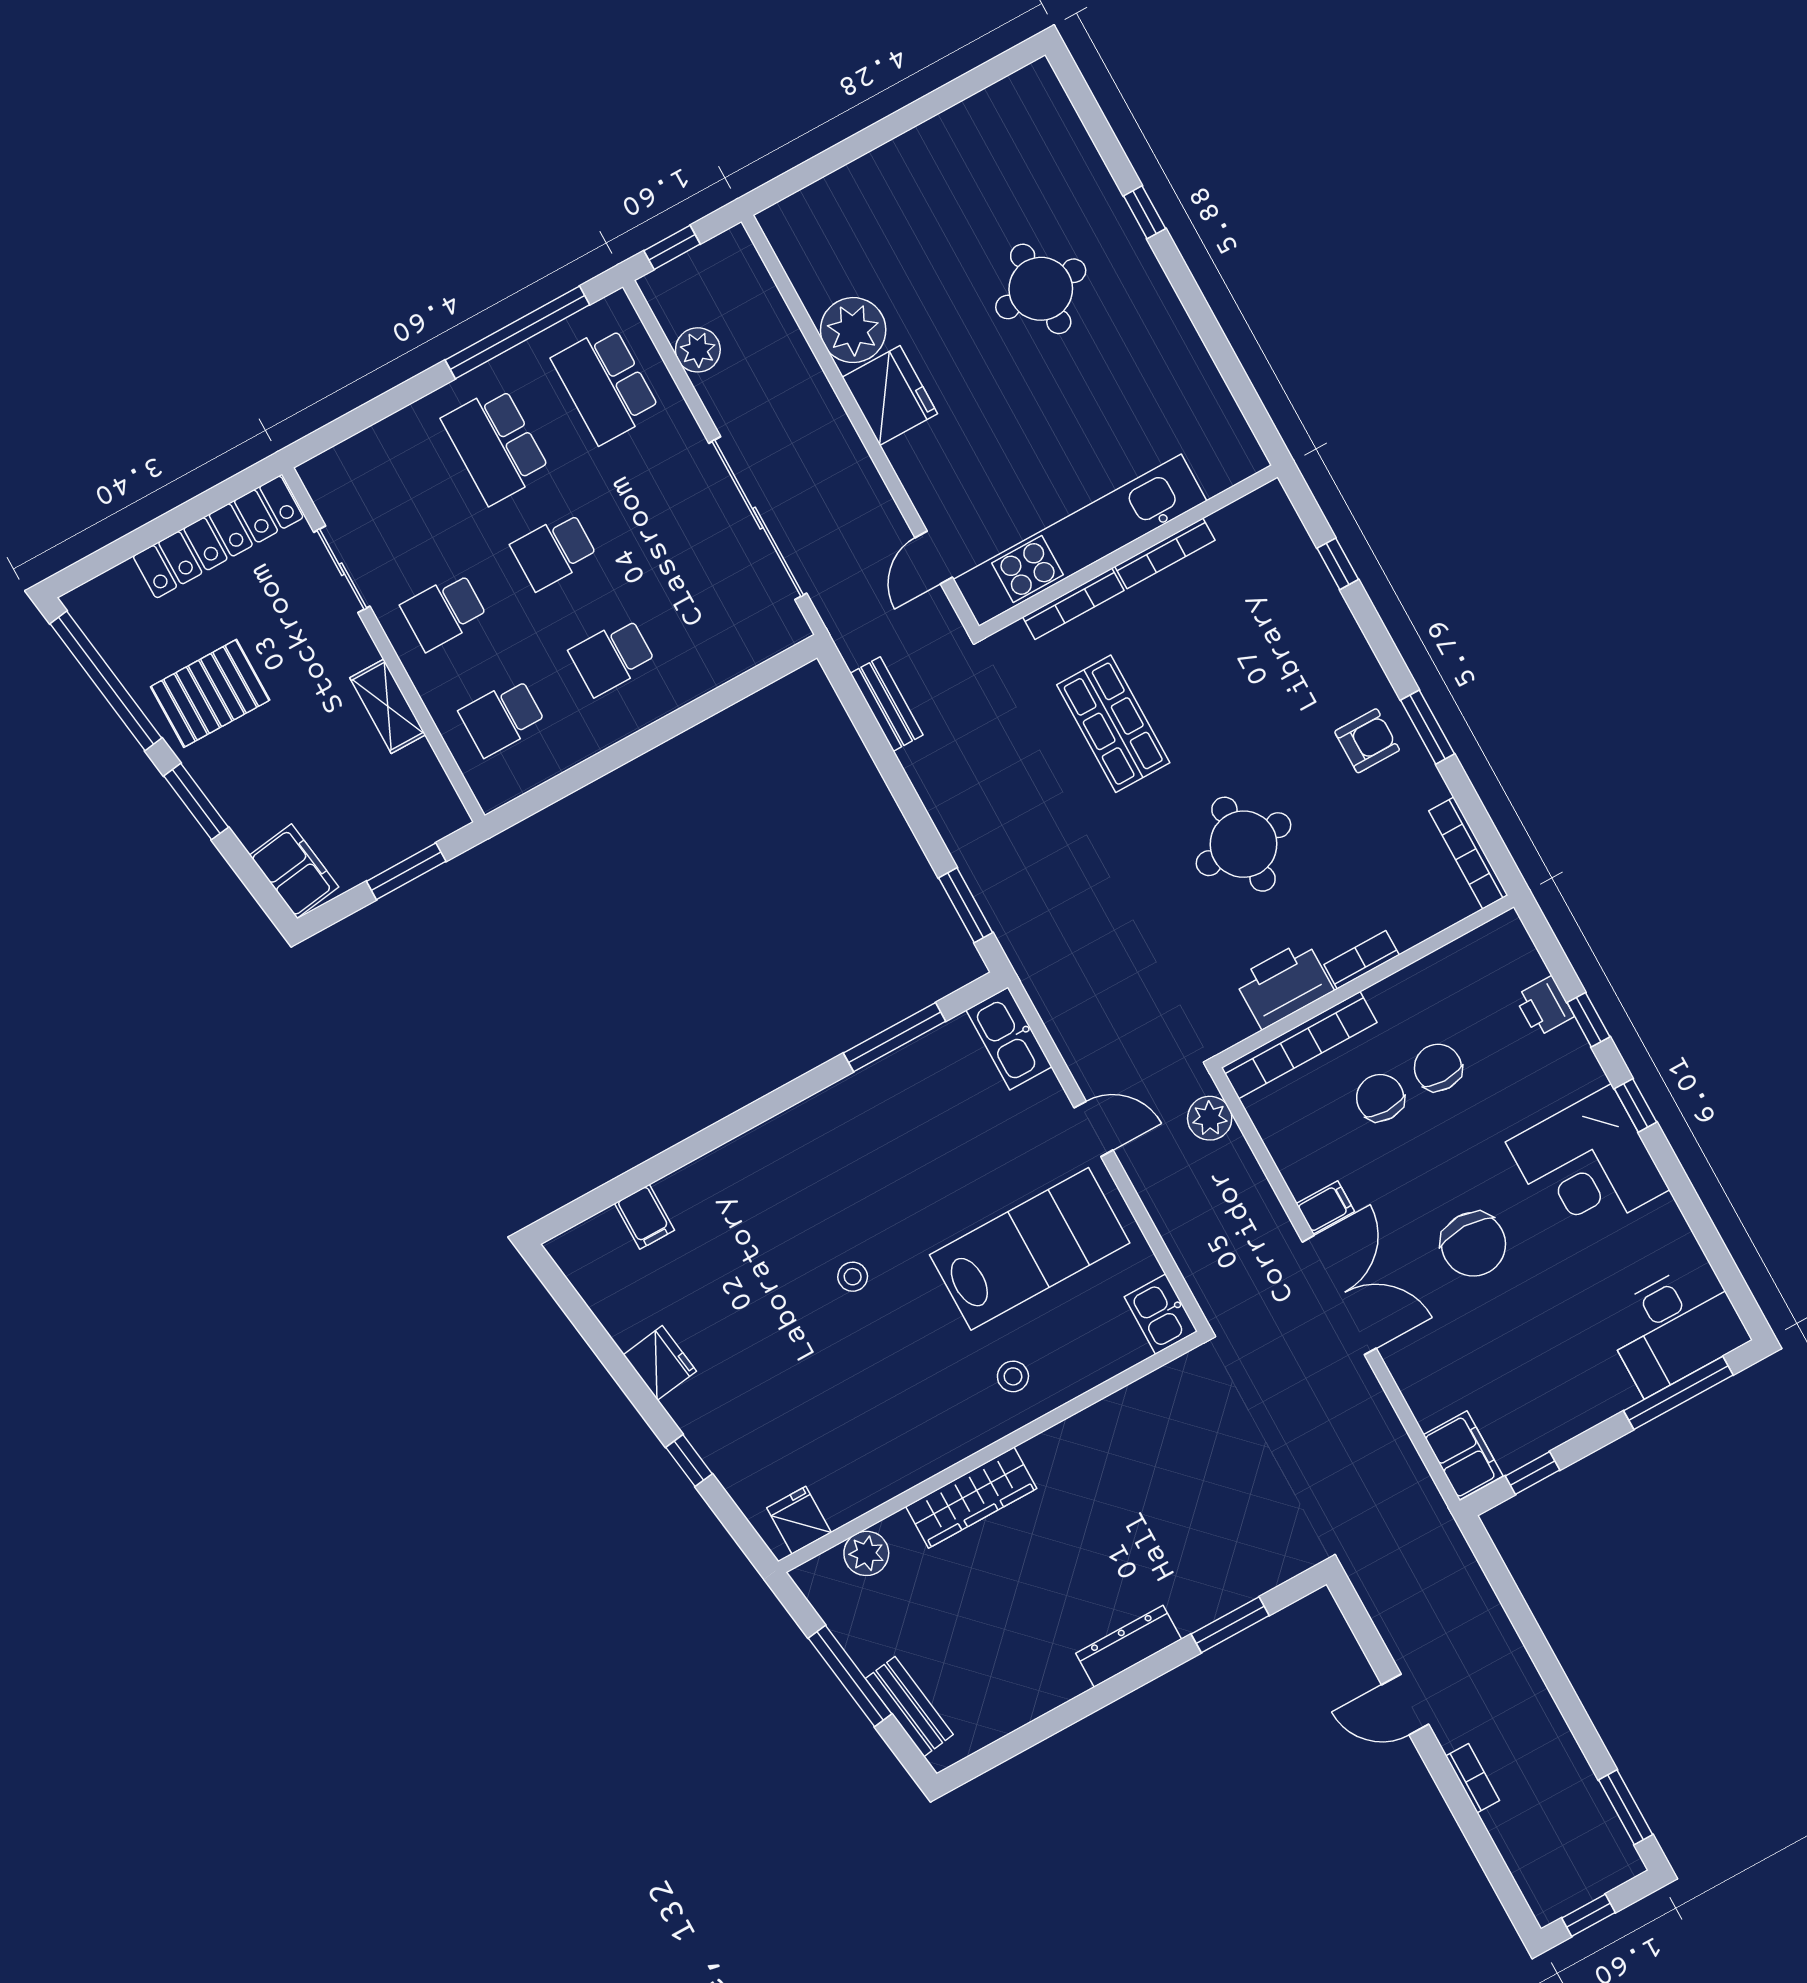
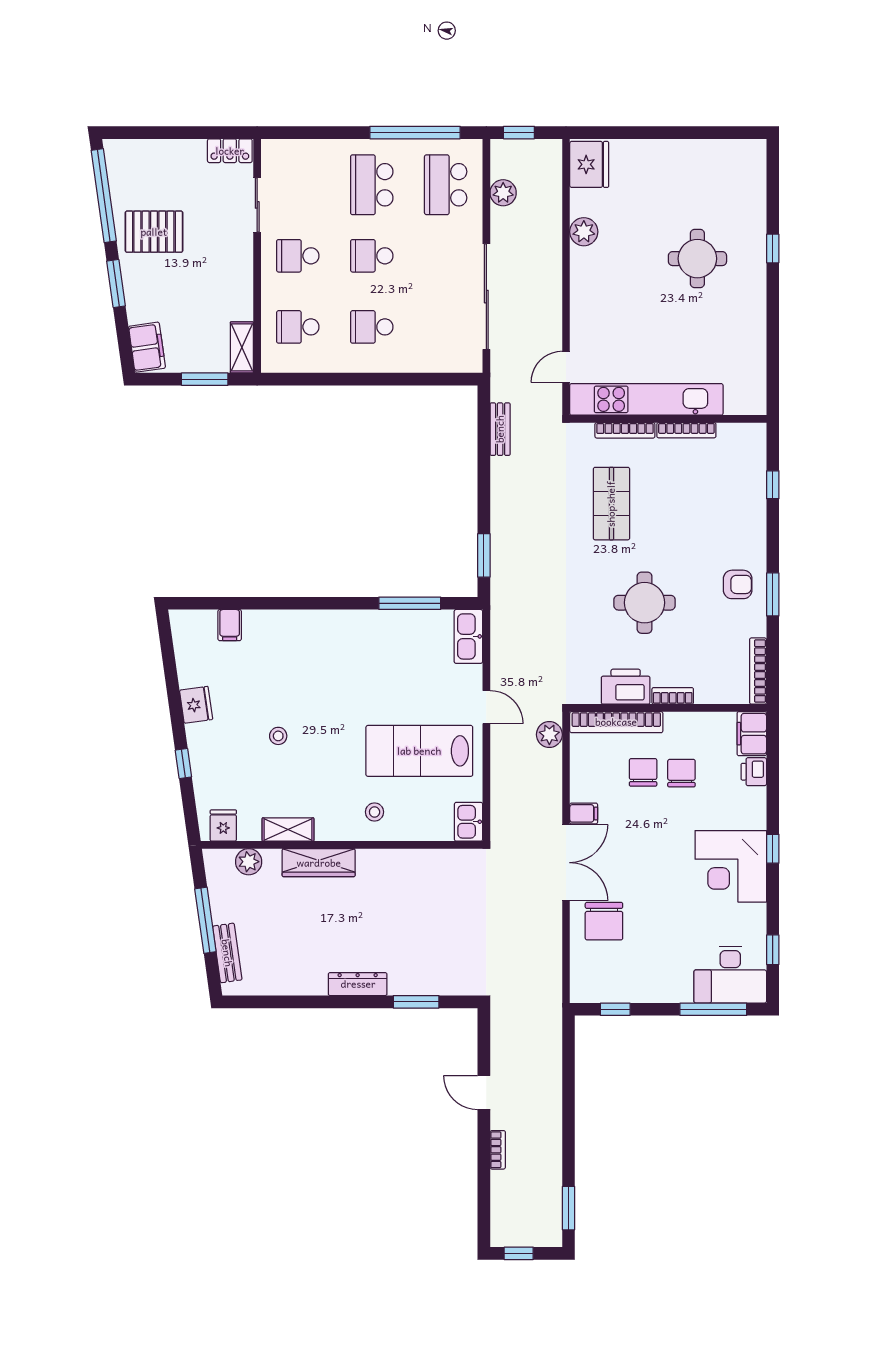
plant: (853, 330) -> (584, 232), width x0.73, depth x0.73
fridge: (890, 396) -> (589, 164), moved
locker: (218, 537) -> (230, 151), width x0.46, depth x0.83
shelving: (388, 706) -> (242, 347), moved
window: (1588, 1020) -> (773, 950), moved
chair: (1473, 1244) -> (604, 921), moved
lab bench: (1030, 1249) -> (419, 751), turned 180
stool: (853, 1277) -> (278, 736), moved
filing cabinet: (1463, 1455) -> (752, 734), moved, turned 180
shelving: (899, 1473) -> (288, 829), added

